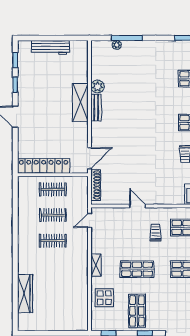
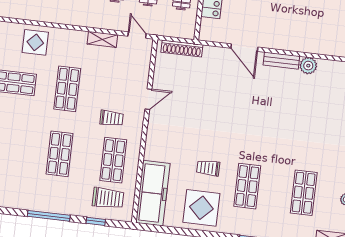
shelving: (80, 103) -> (290, 41), removed
door: (89, 158) -> (244, 48), moved
shelving: (96, 265) -> (102, 39), moved

